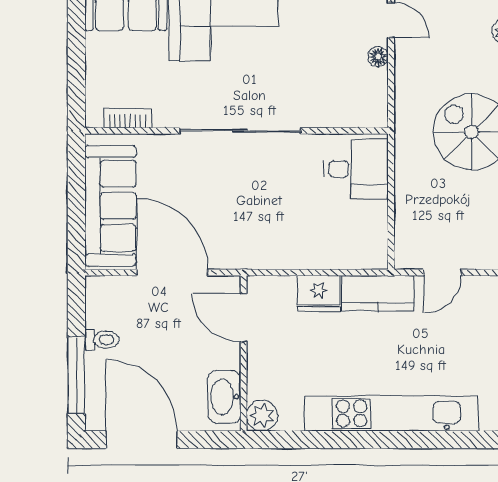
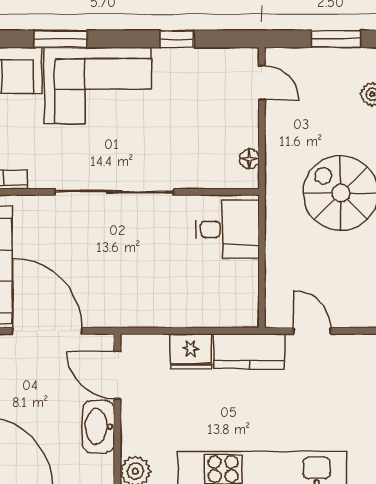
floor lamp: (378, 57) -> (249, 159), moved
door: (443, 272) -> (312, 331), swing flipped
washbasin: (224, 397) -> (98, 427), moved

